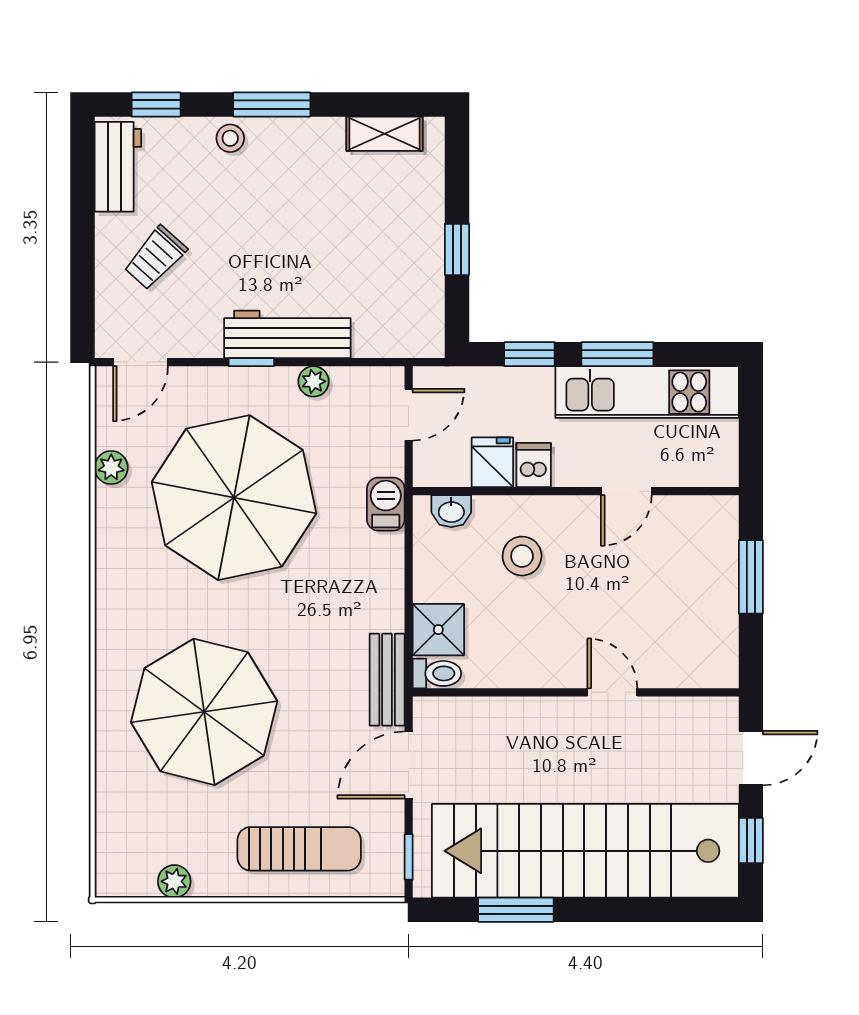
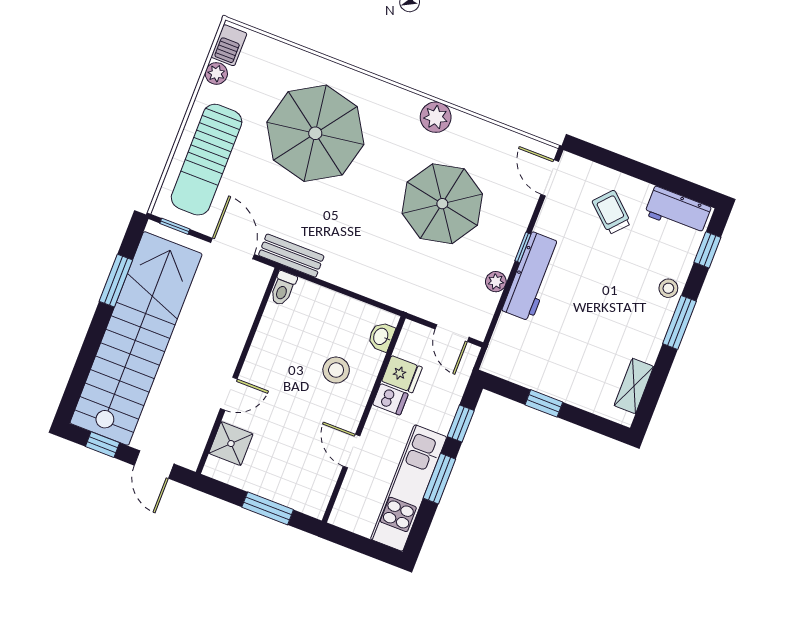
plant: (111, 468) -> (436, 117), moved, width x1.38, depth x1.38
parasol: (234, 498) -> (442, 204), width x0.73, depth x0.73
barbecue: (386, 504) -> (229, 45), moved, turned 90
shower: (438, 630) -> (231, 444), moved
sun lounger: (299, 849) -> (207, 160), width x1.36, depth x1.34

